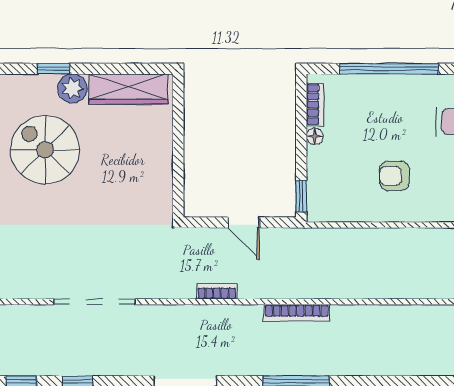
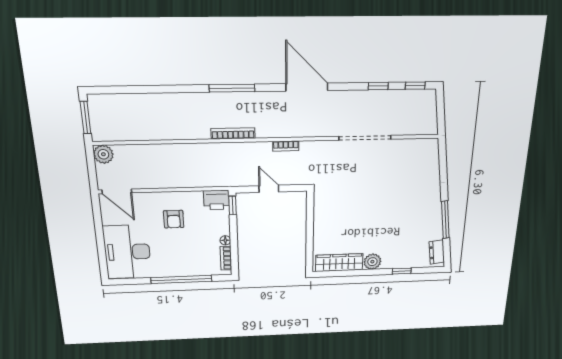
window: (54, 69) -> (402, 271), moved
spiral stairs: (45, 150) -> (391, 227), removed
armchair: (394, 176) -> (174, 219), turned 90
printer: (326, 206) -> (216, 200), added

